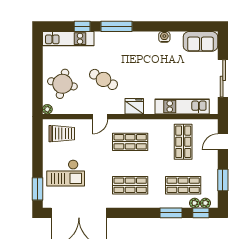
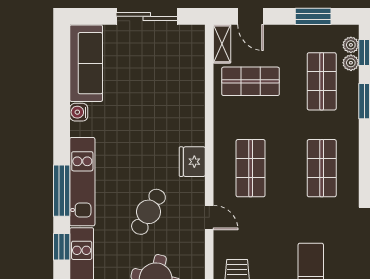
sofa: (200, 41) -> (86, 63), width x1.36
kitchen unit: (182, 106) -> (82, 182), moved, turned 180
shelving: (206, 124) -> (222, 44), added

